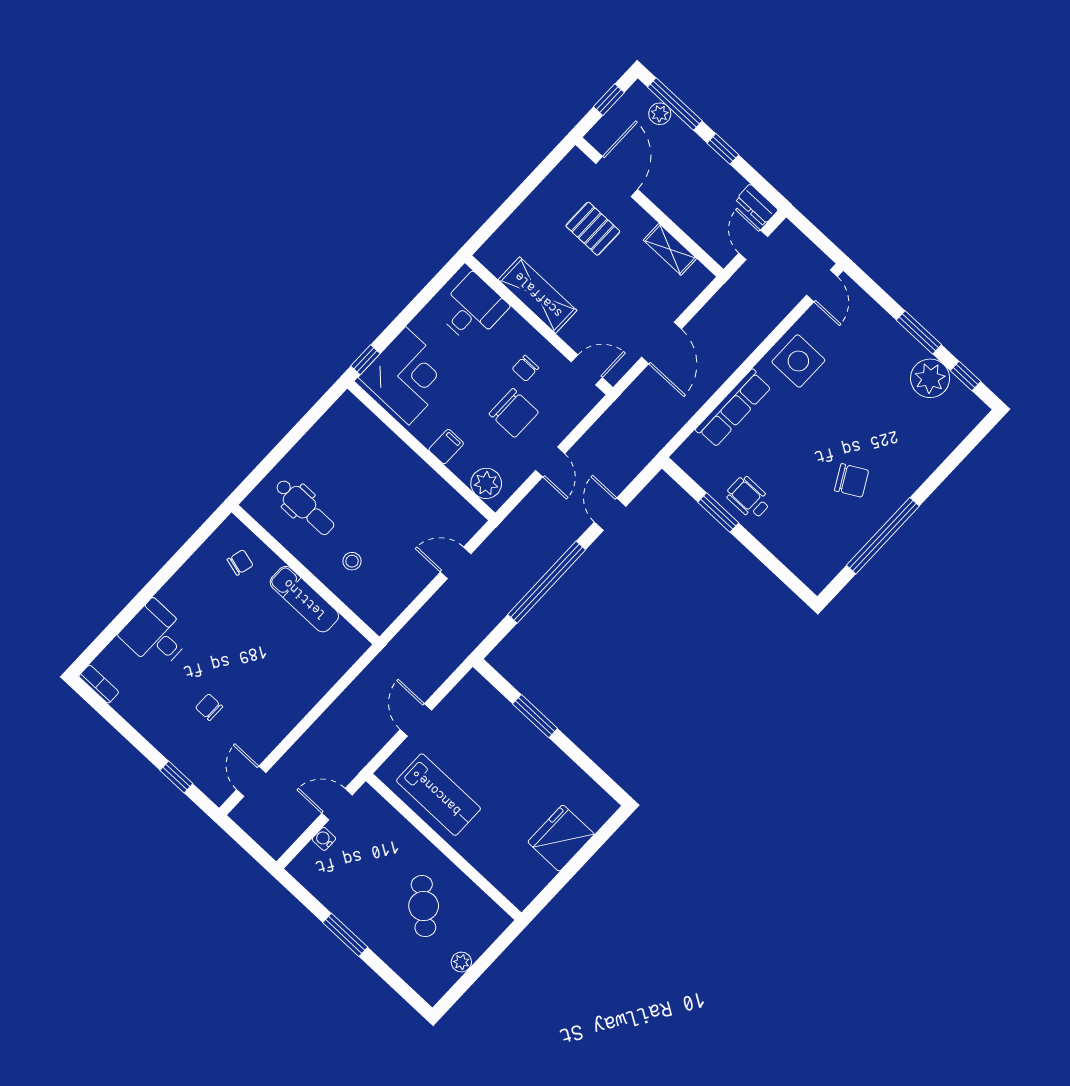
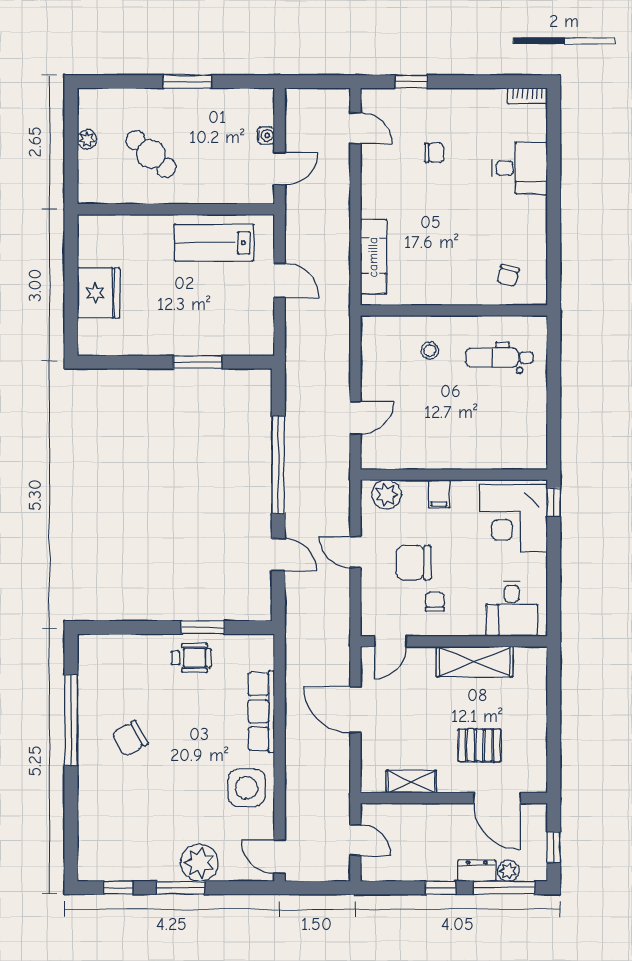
dresser: (757, 205) -> (477, 871), moved
plant: (930, 378) -> (199, 863), moved
exam couch: (304, 599) -> (373, 257), moved, turned 90

